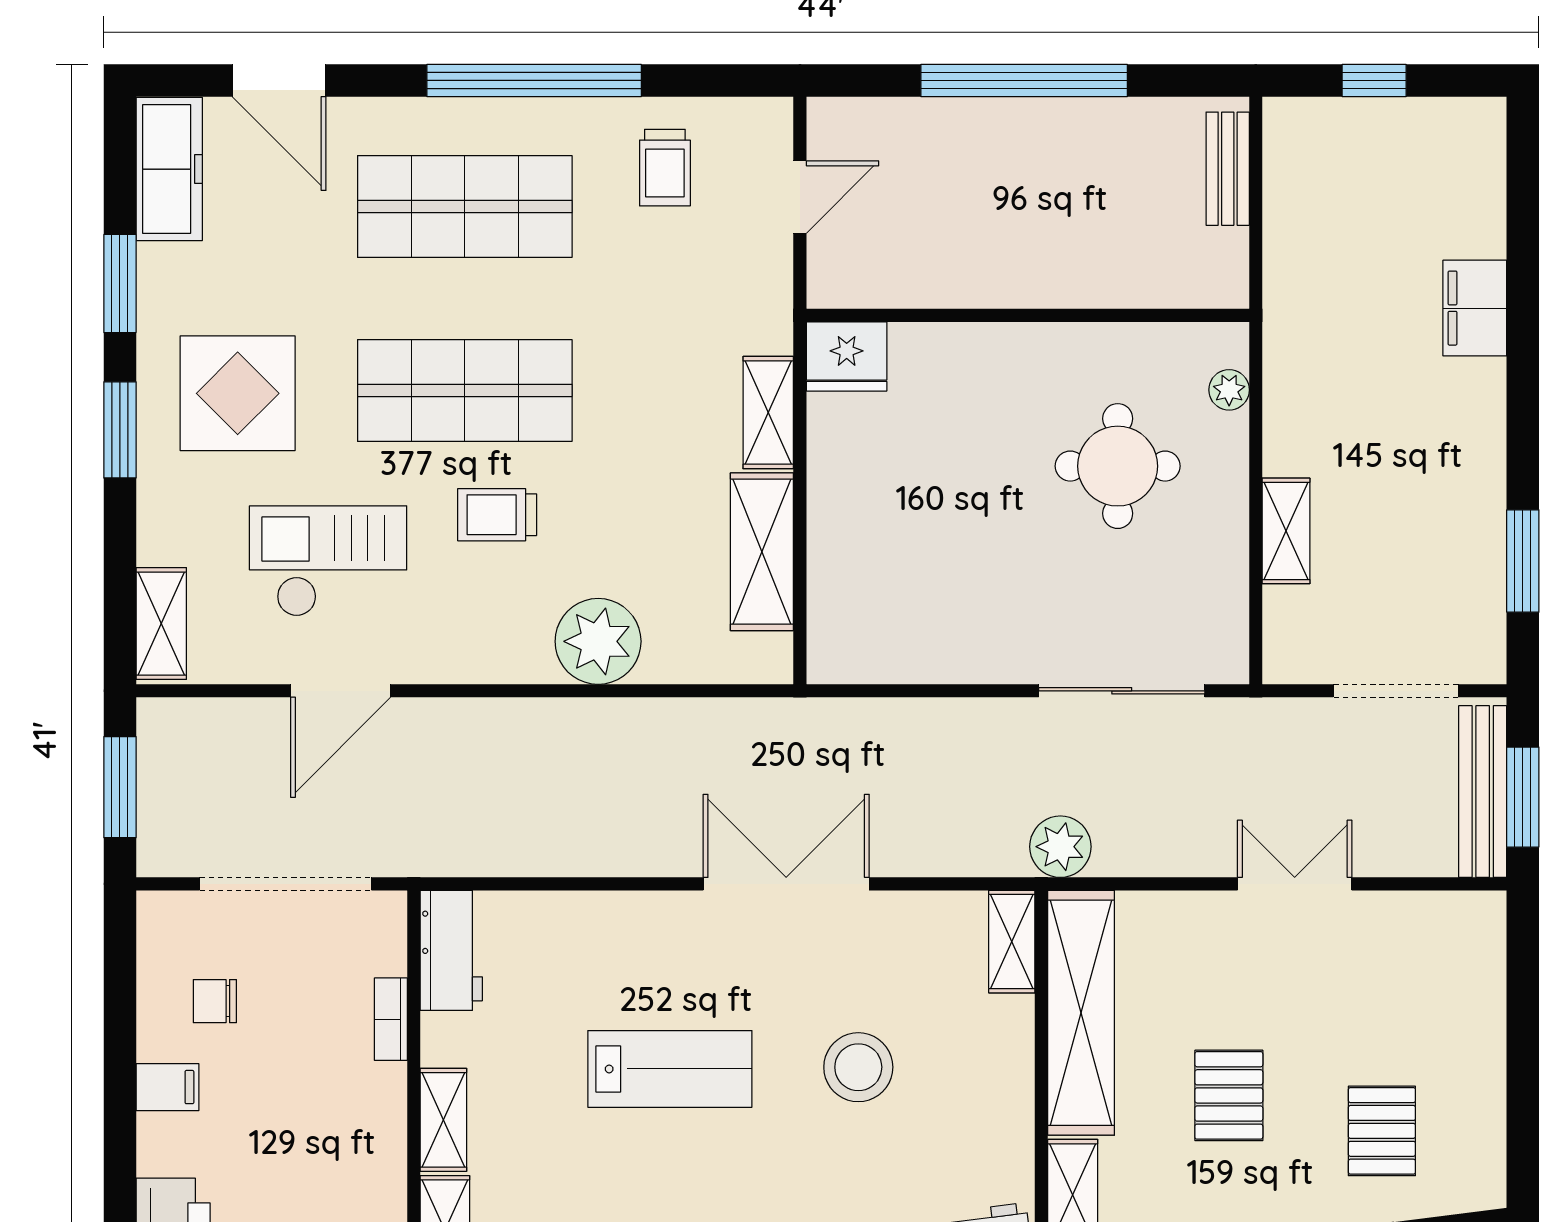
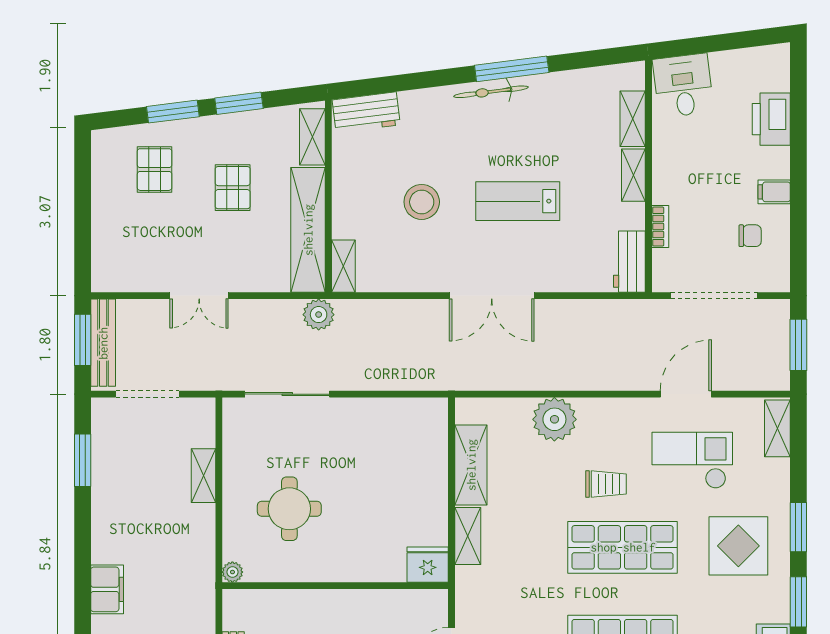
plant: (1229, 390) -> (232, 572), moved
checkout: (328, 561) -> (692, 460), turned 180
double door: (786, 884) -> (492, 296), moved

